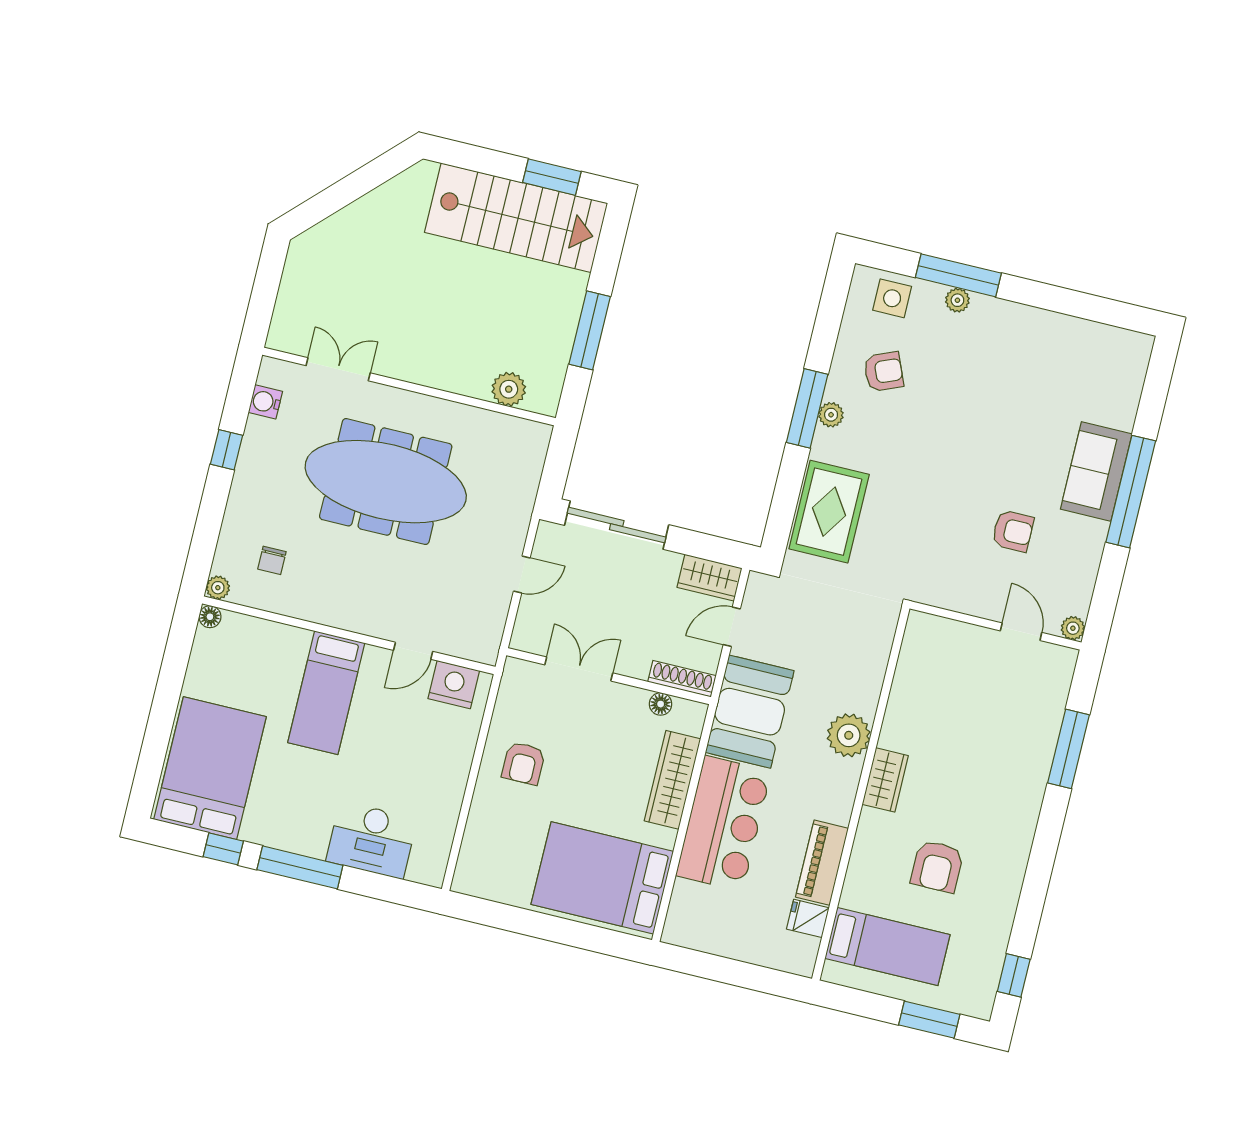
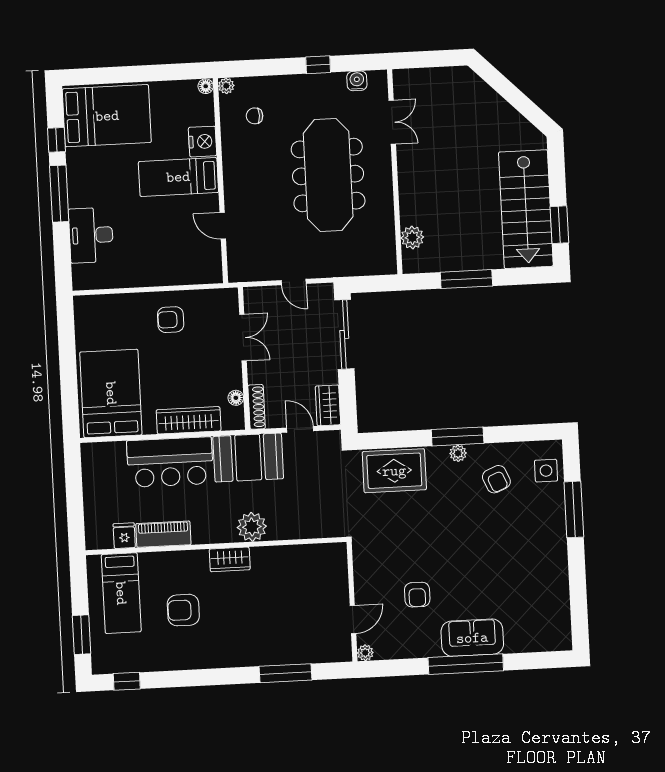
plant: (957, 300) -> (557, 514), removed
nightstand: (454, 685) -> (203, 142), moved

